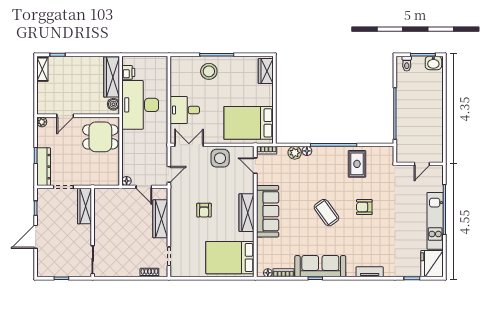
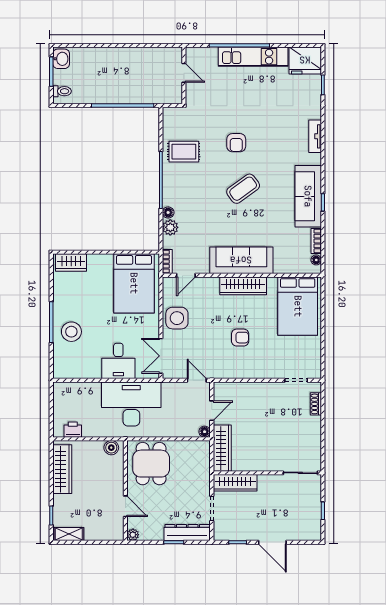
wardrobe: (112, 77) -> (62, 469), moved, turned -90
desk: (140, 105) -> (131, 404), moved, turned 180
wardrobe: (160, 219) -> (222, 448), moved, turned -90

